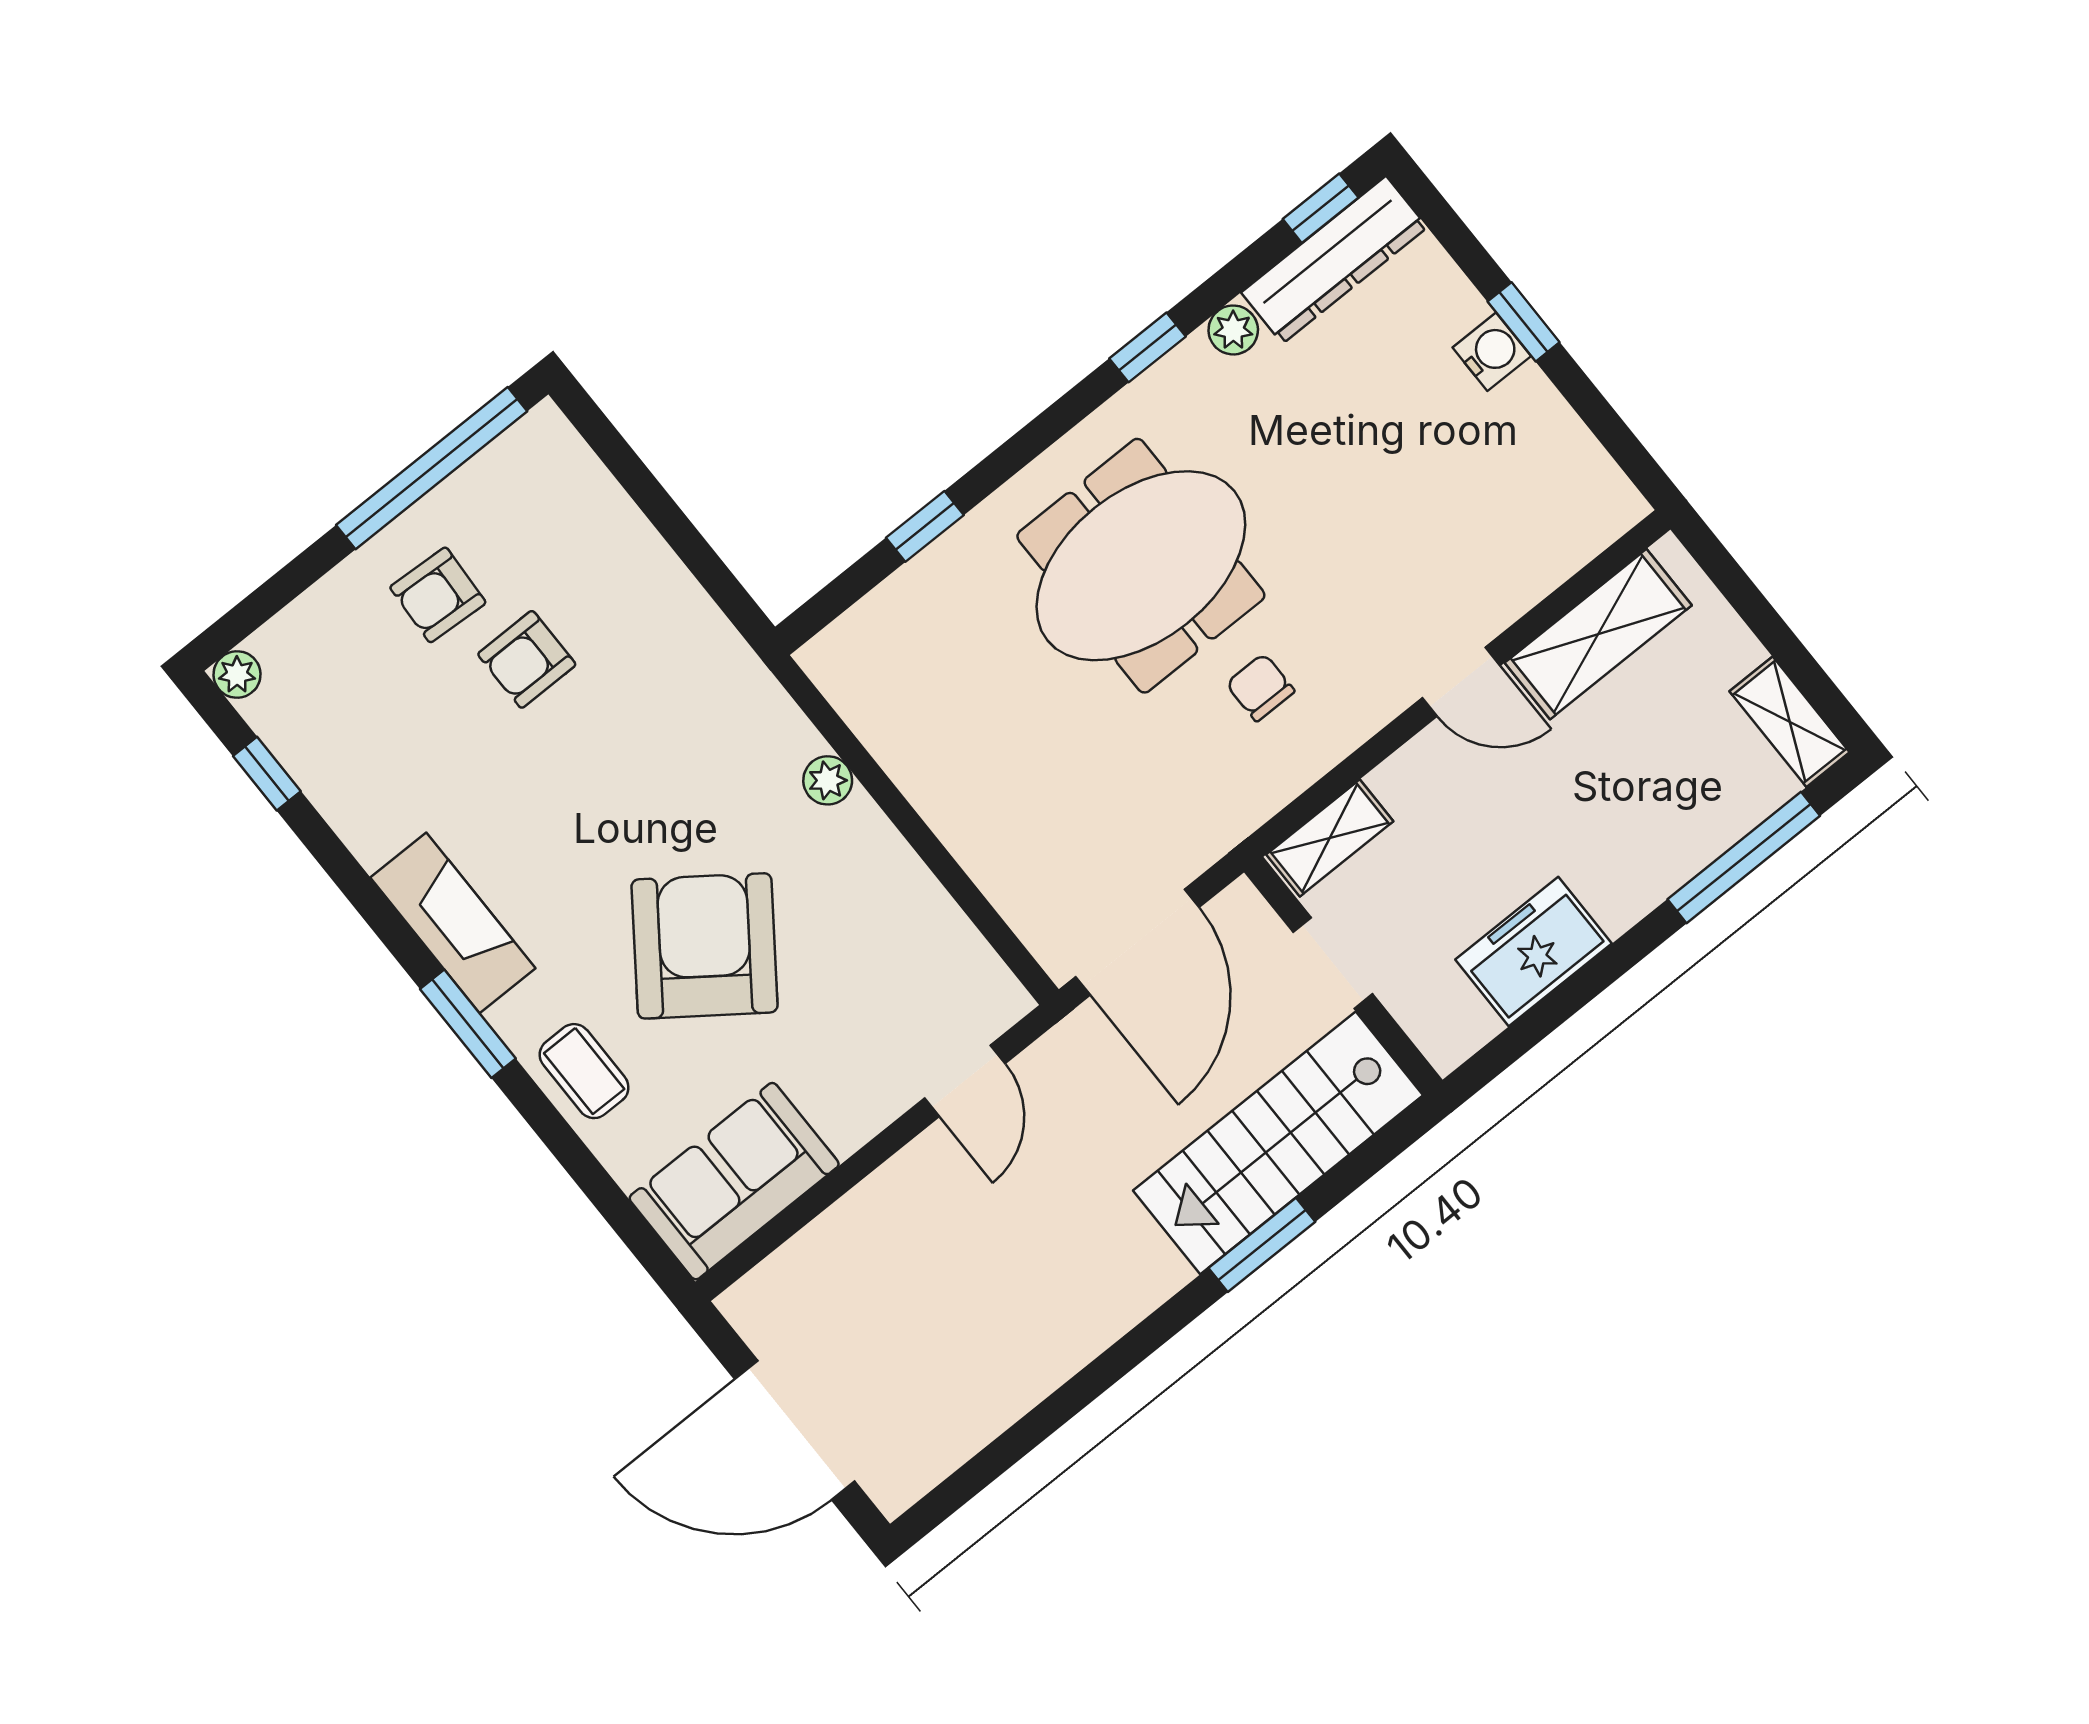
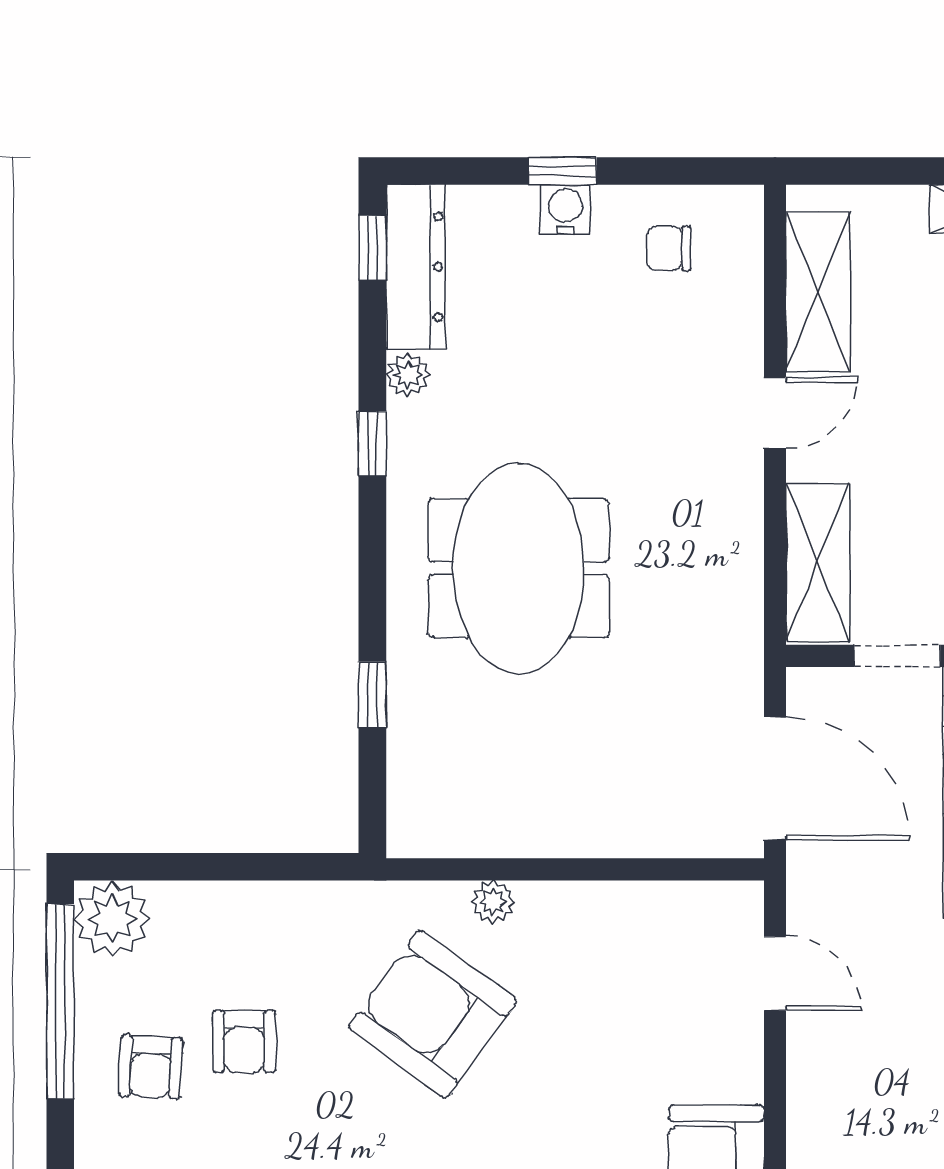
plant: (542, 455) -> (112, 919), added
chair: (1260, 687) -> (669, 248), moved
shelving: (1330, 838) -> (818, 562), width x1.50, depth x1.33
armchair: (705, 946) -> (433, 1014), moved

